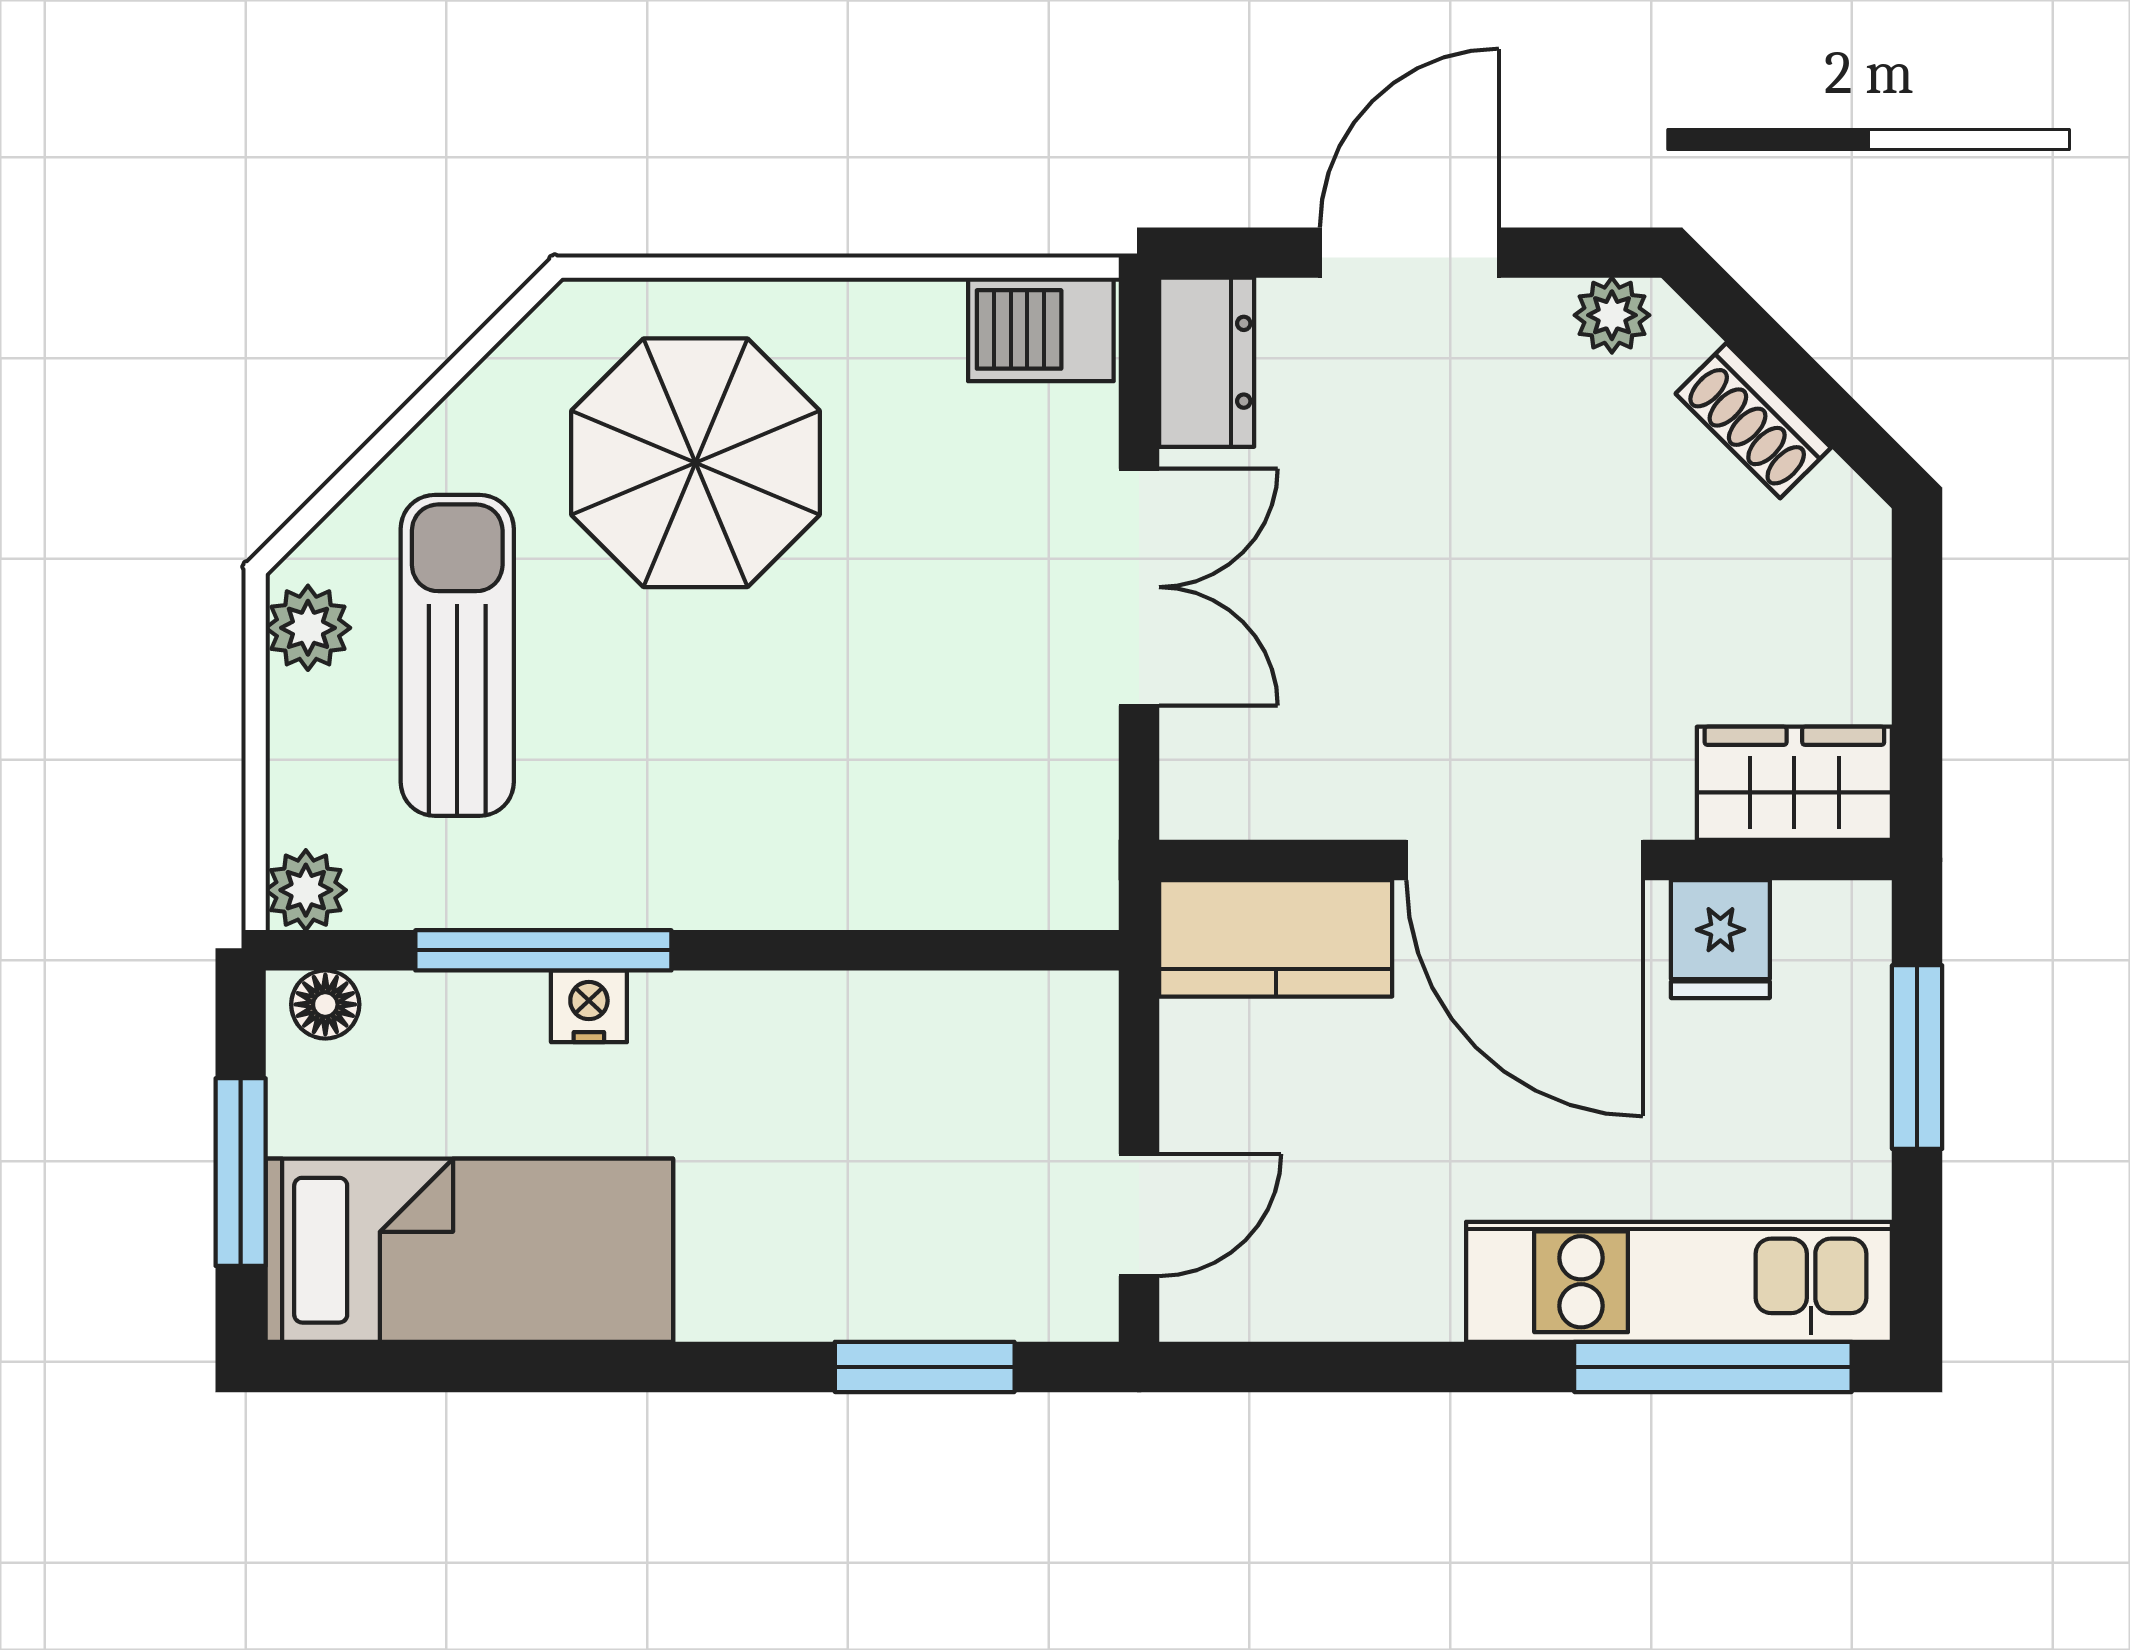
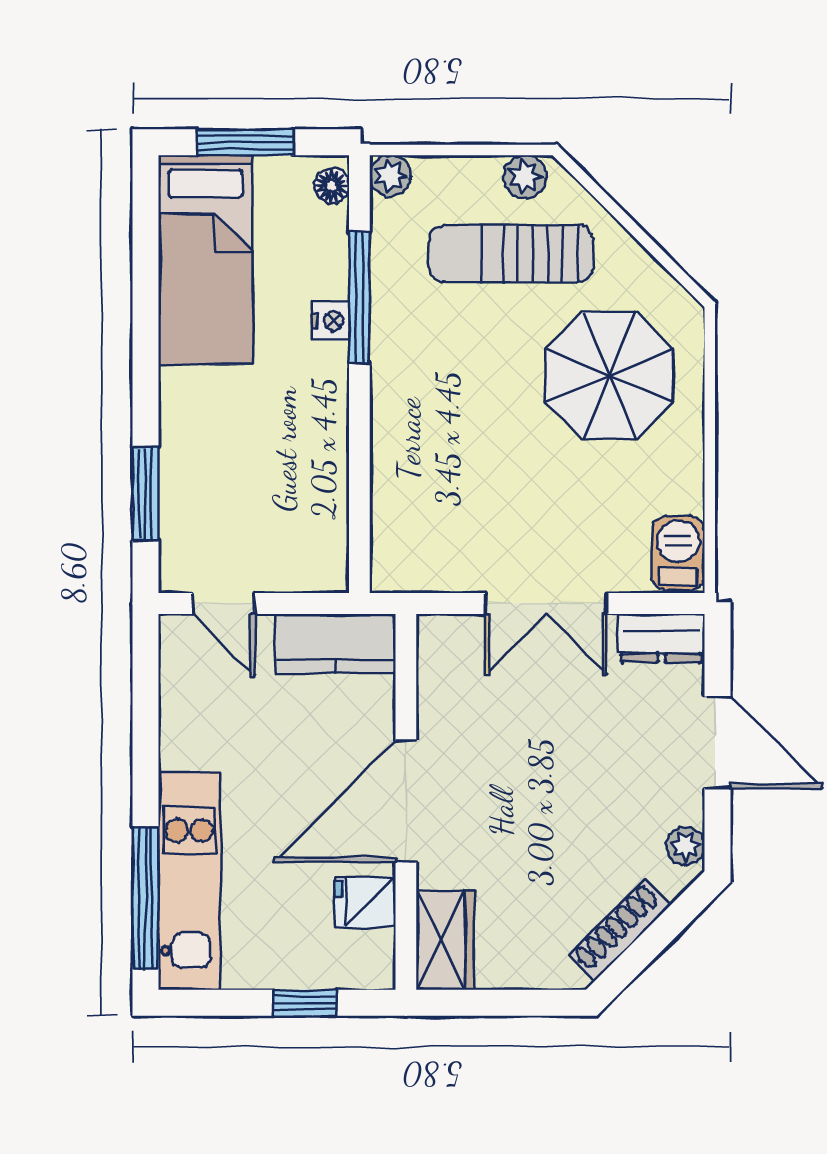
shoe rack: (1753, 421) -> (620, 930), width x1.43
sun lounger: (457, 655) -> (511, 253), turned 180
kitchen counter: (1276, 938) -> (336, 644), moved, turned -90
window: (1917, 1057) -> (305, 1003), width x0.67

